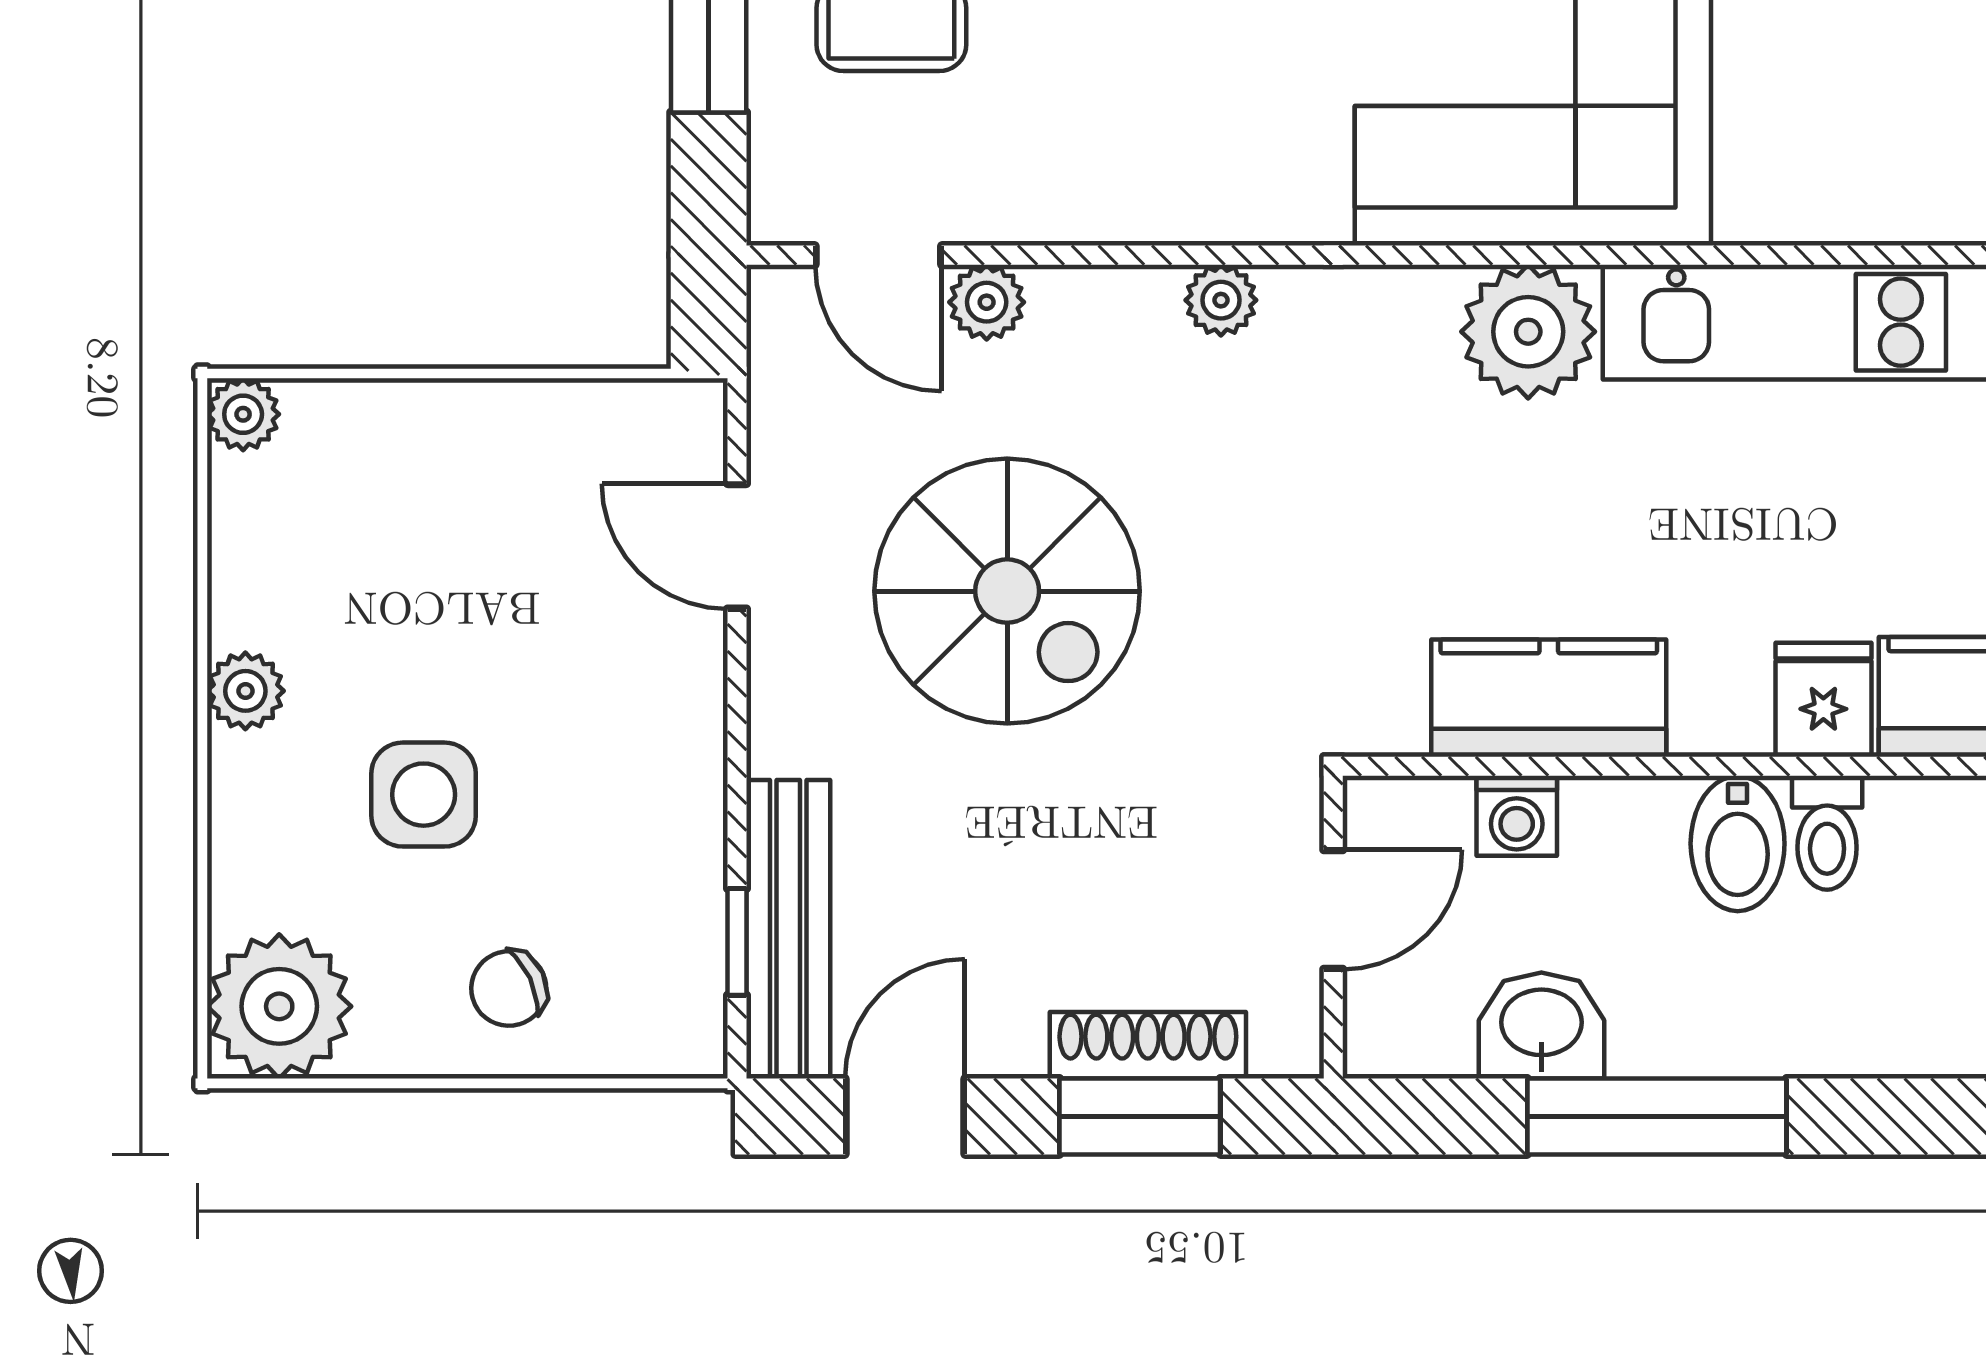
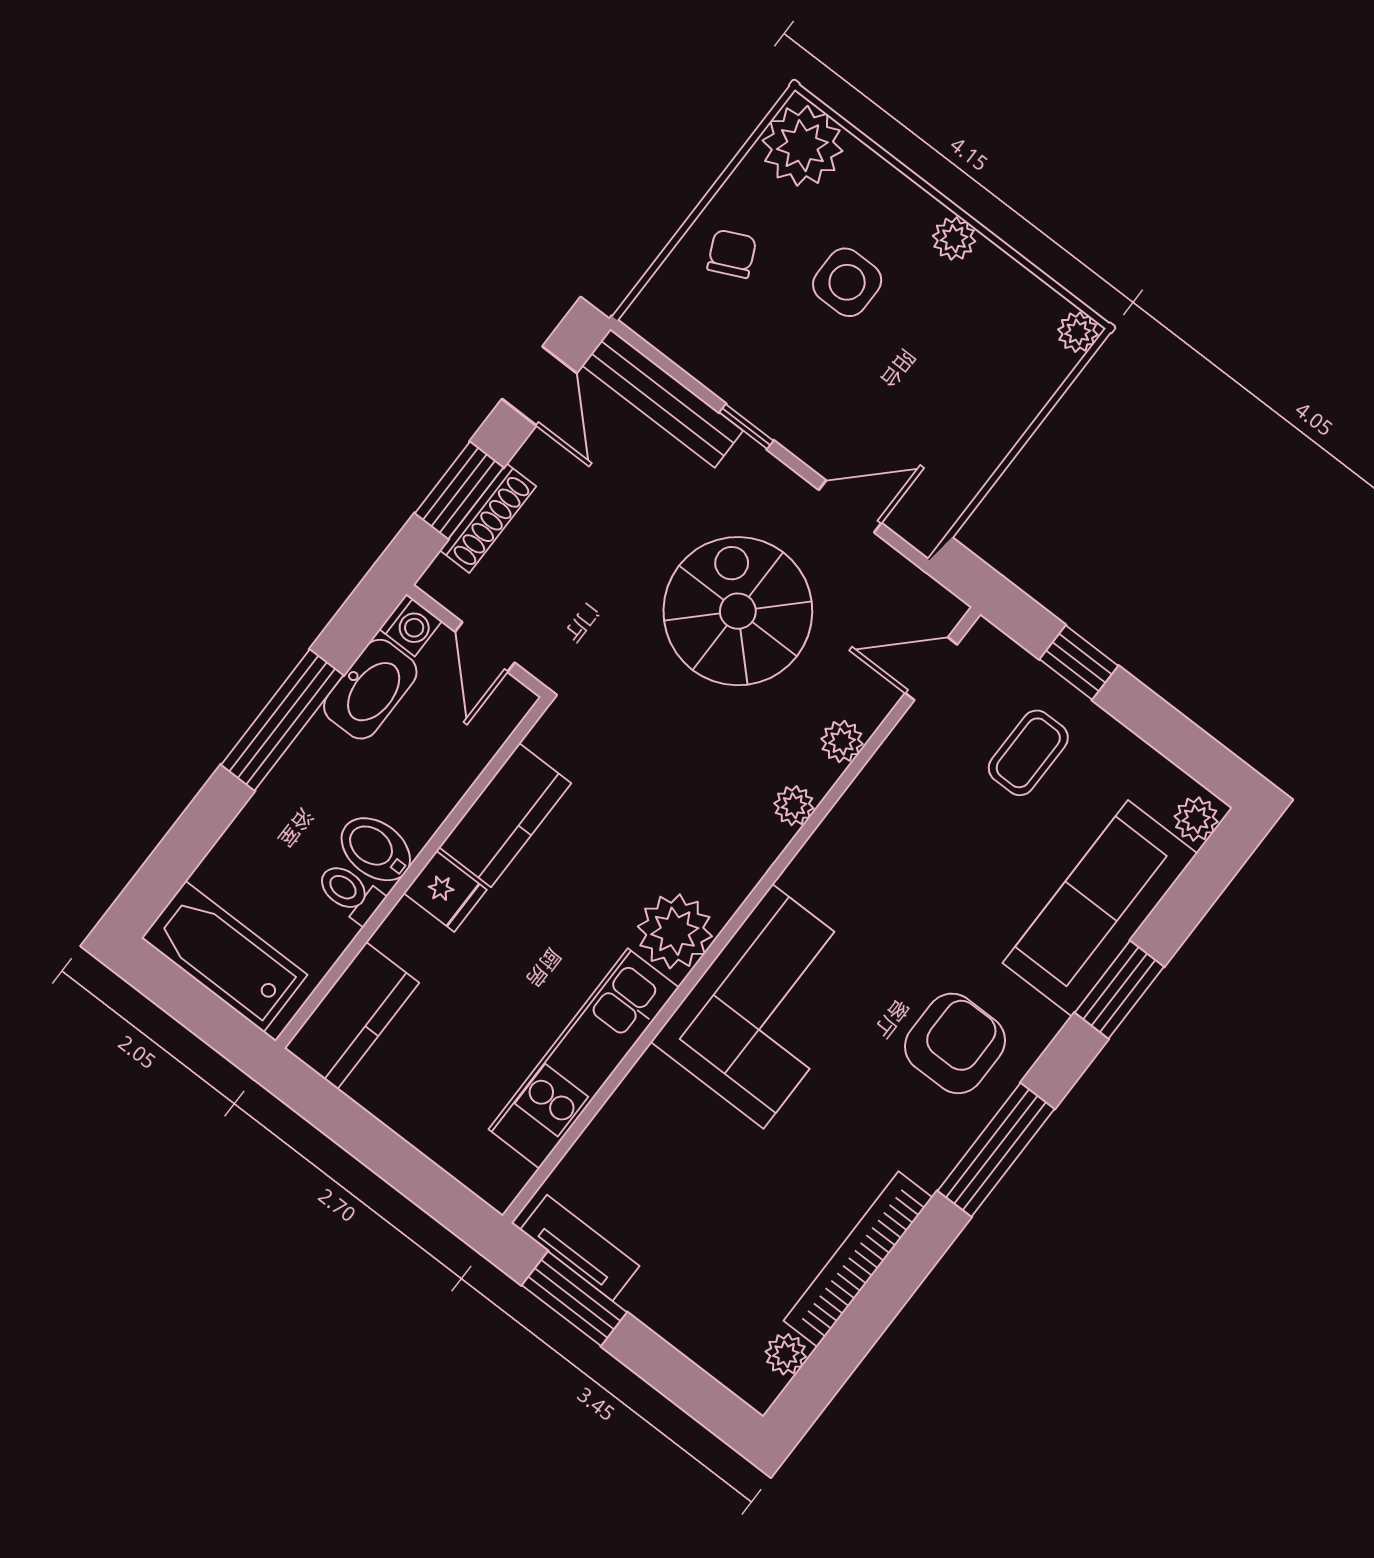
plant: (987, 302) -> (842, 741), moved
spiral stairs: (1007, 591) -> (738, 611), turned 90
fridge: (1823, 700) -> (445, 891), moved
washing machine: (1517, 816) -> (411, 625), moved, turned 180
window: (737, 942) -> (746, 427), moved
washbasin: (1541, 1026) -> (370, 689), width x1.38

